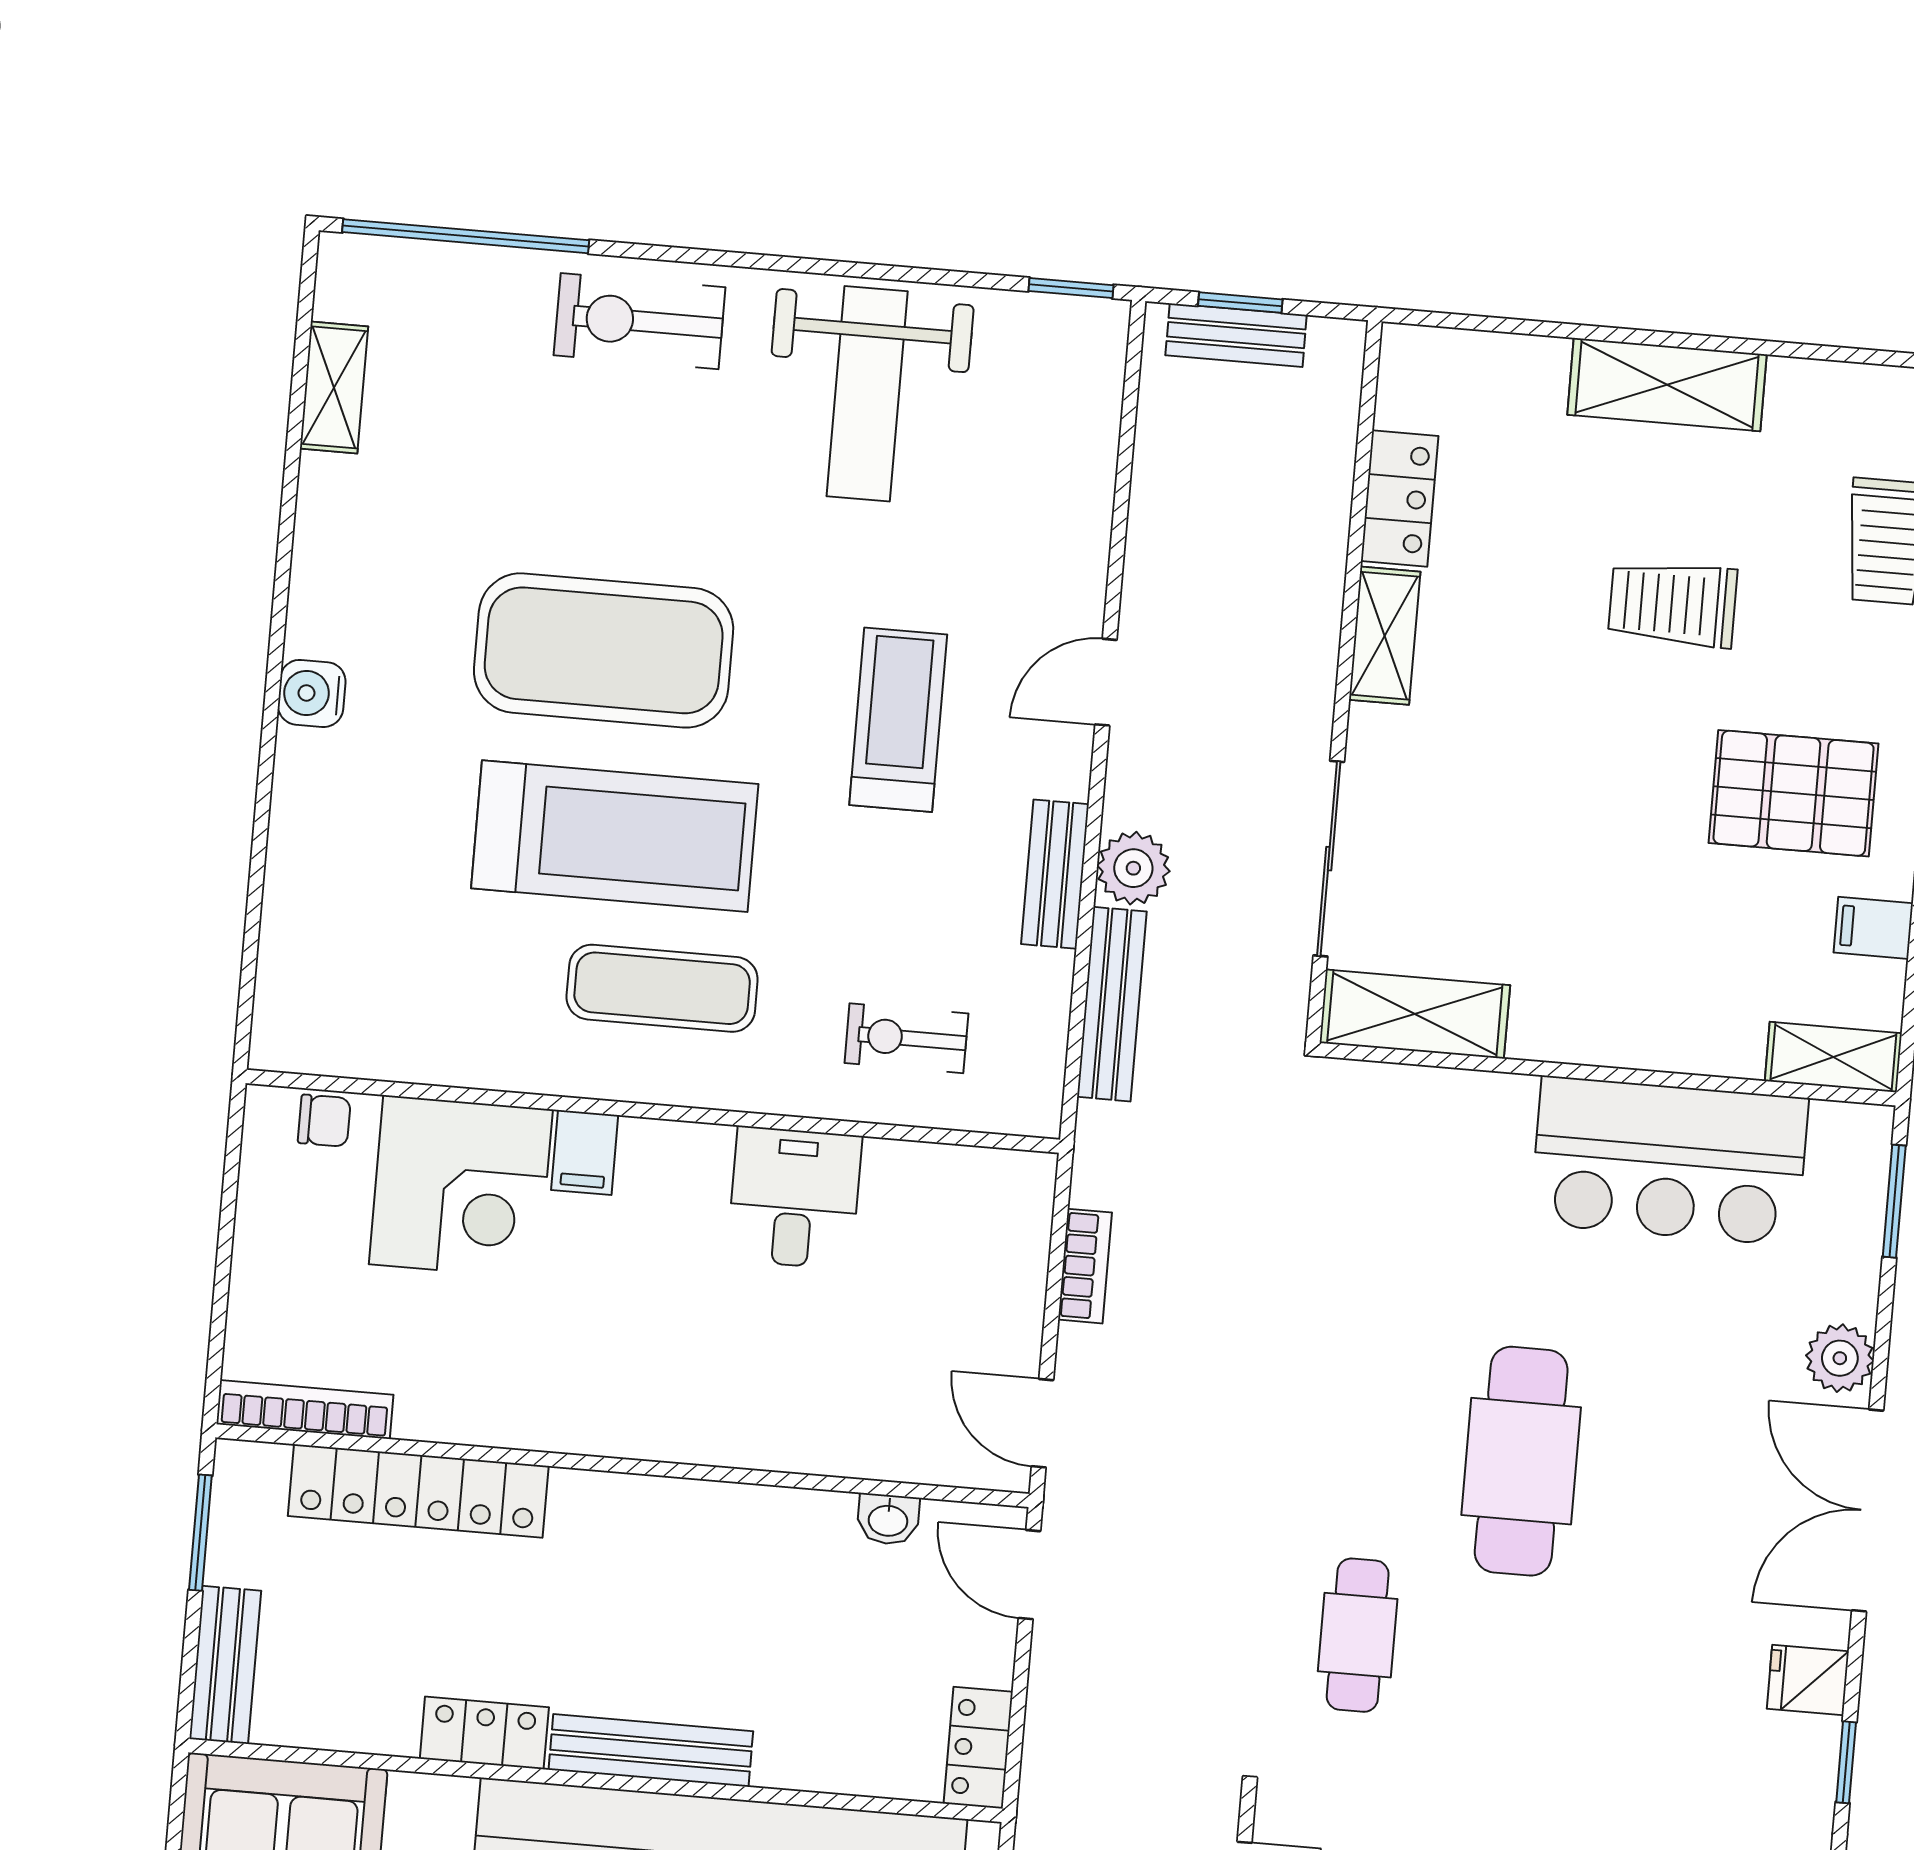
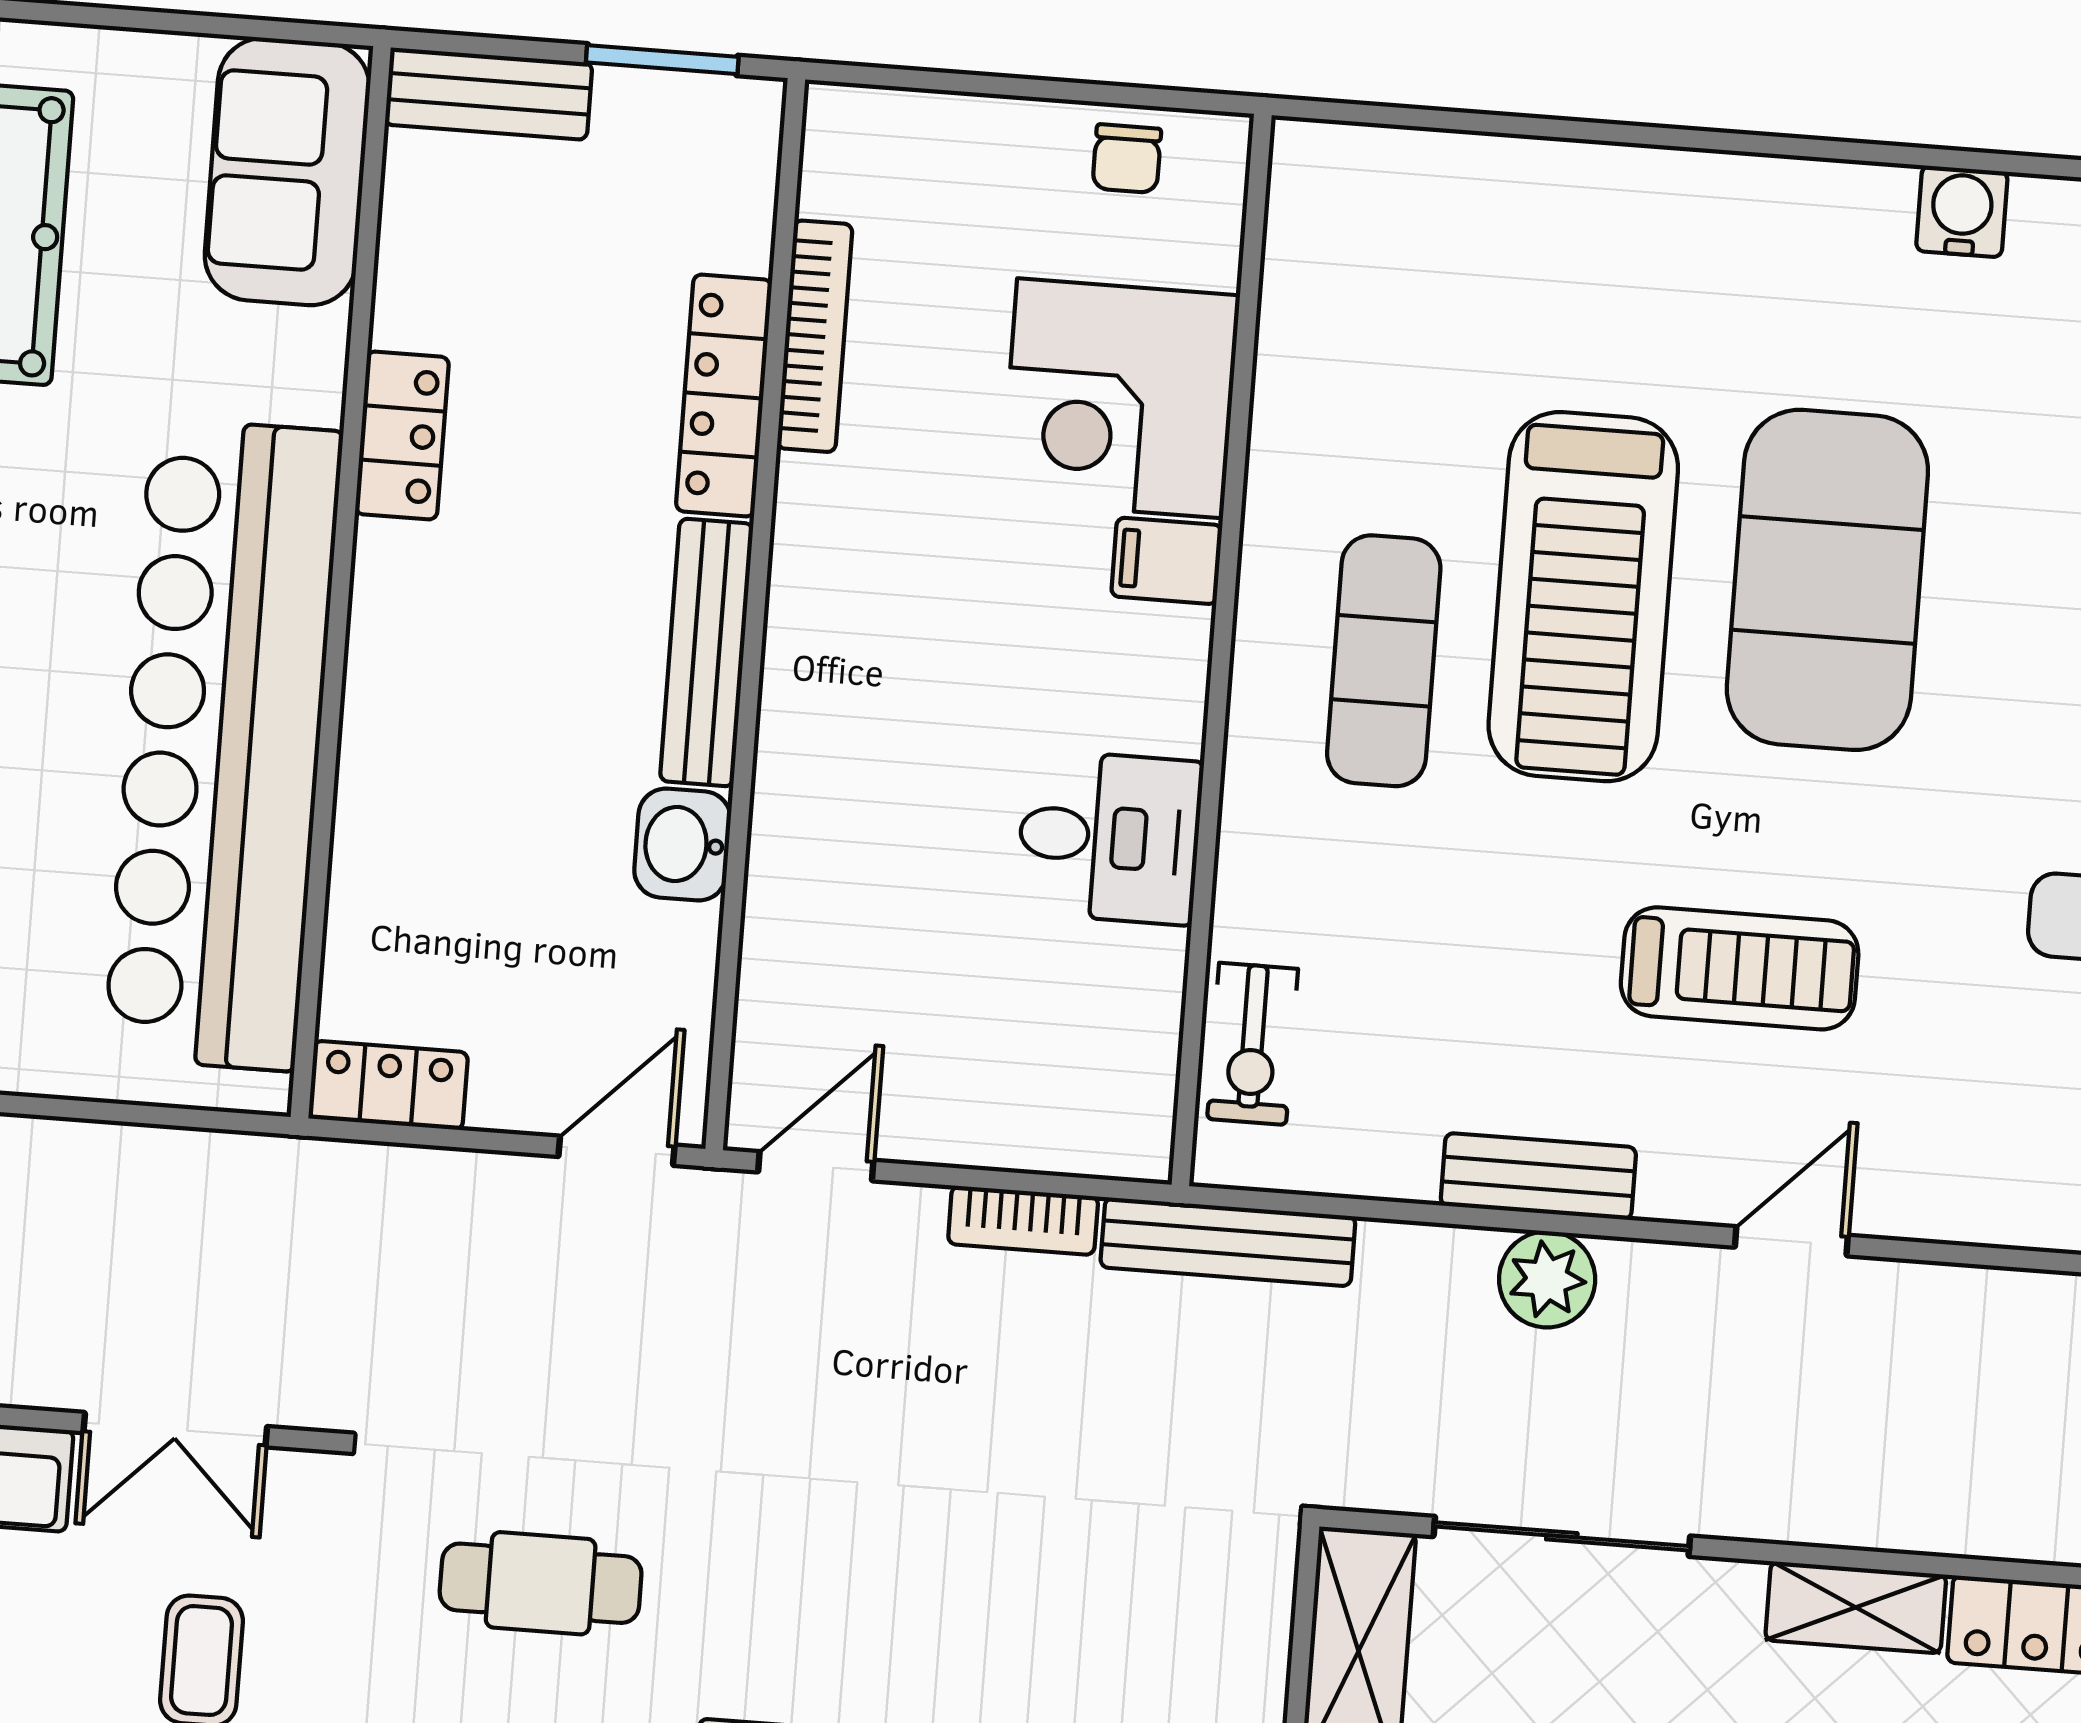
door: (1106, 682) -> (1791, 1241), hinge flipped
water cooler: (312, 693) -> (1962, 211), moved
bench: (1112, 1004) -> (1228, 1242), moved
exercise bike: (906, 1038) -> (1253, 1044), moved, turned 180
chair: (324, 1121) -> (1127, 159), moved
bookcase: (305, 1409) -> (815, 336), moved
locker: (418, 1491) -> (724, 395), width x0.71, depth x0.83
washbasin: (888, 1519) -> (682, 845), moved, width x1.38, depth x1.45
bench: (651, 1750) -> (707, 652), moved

